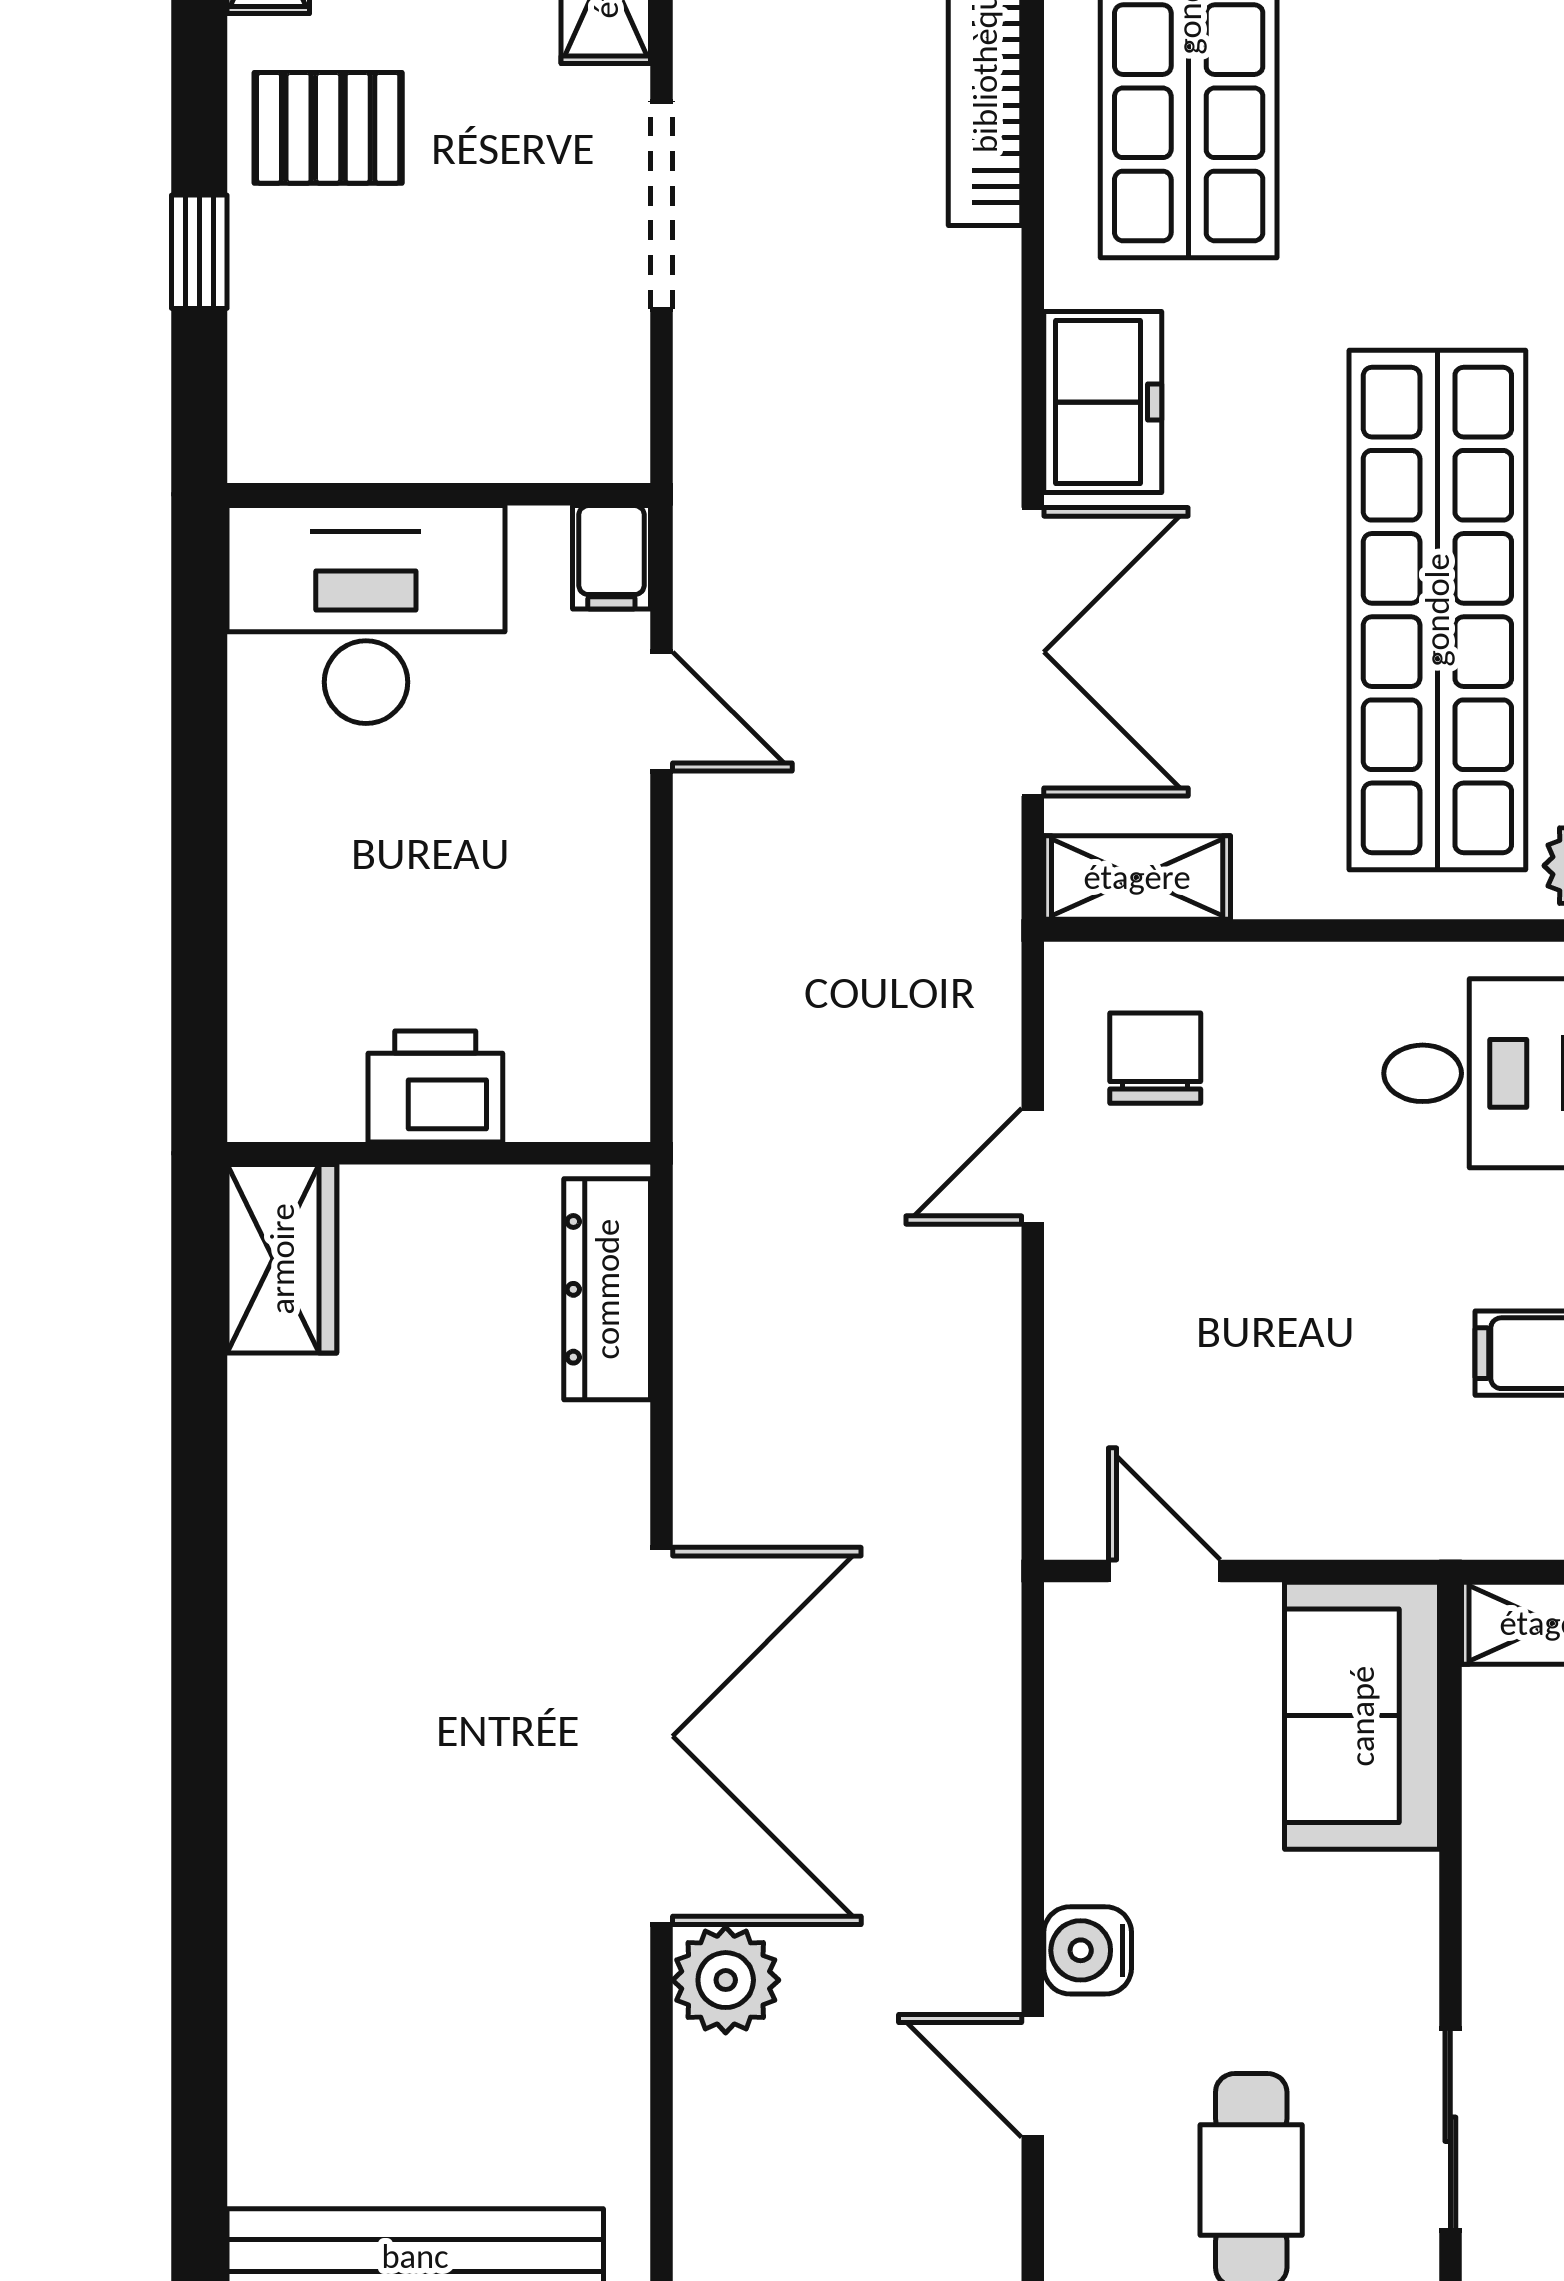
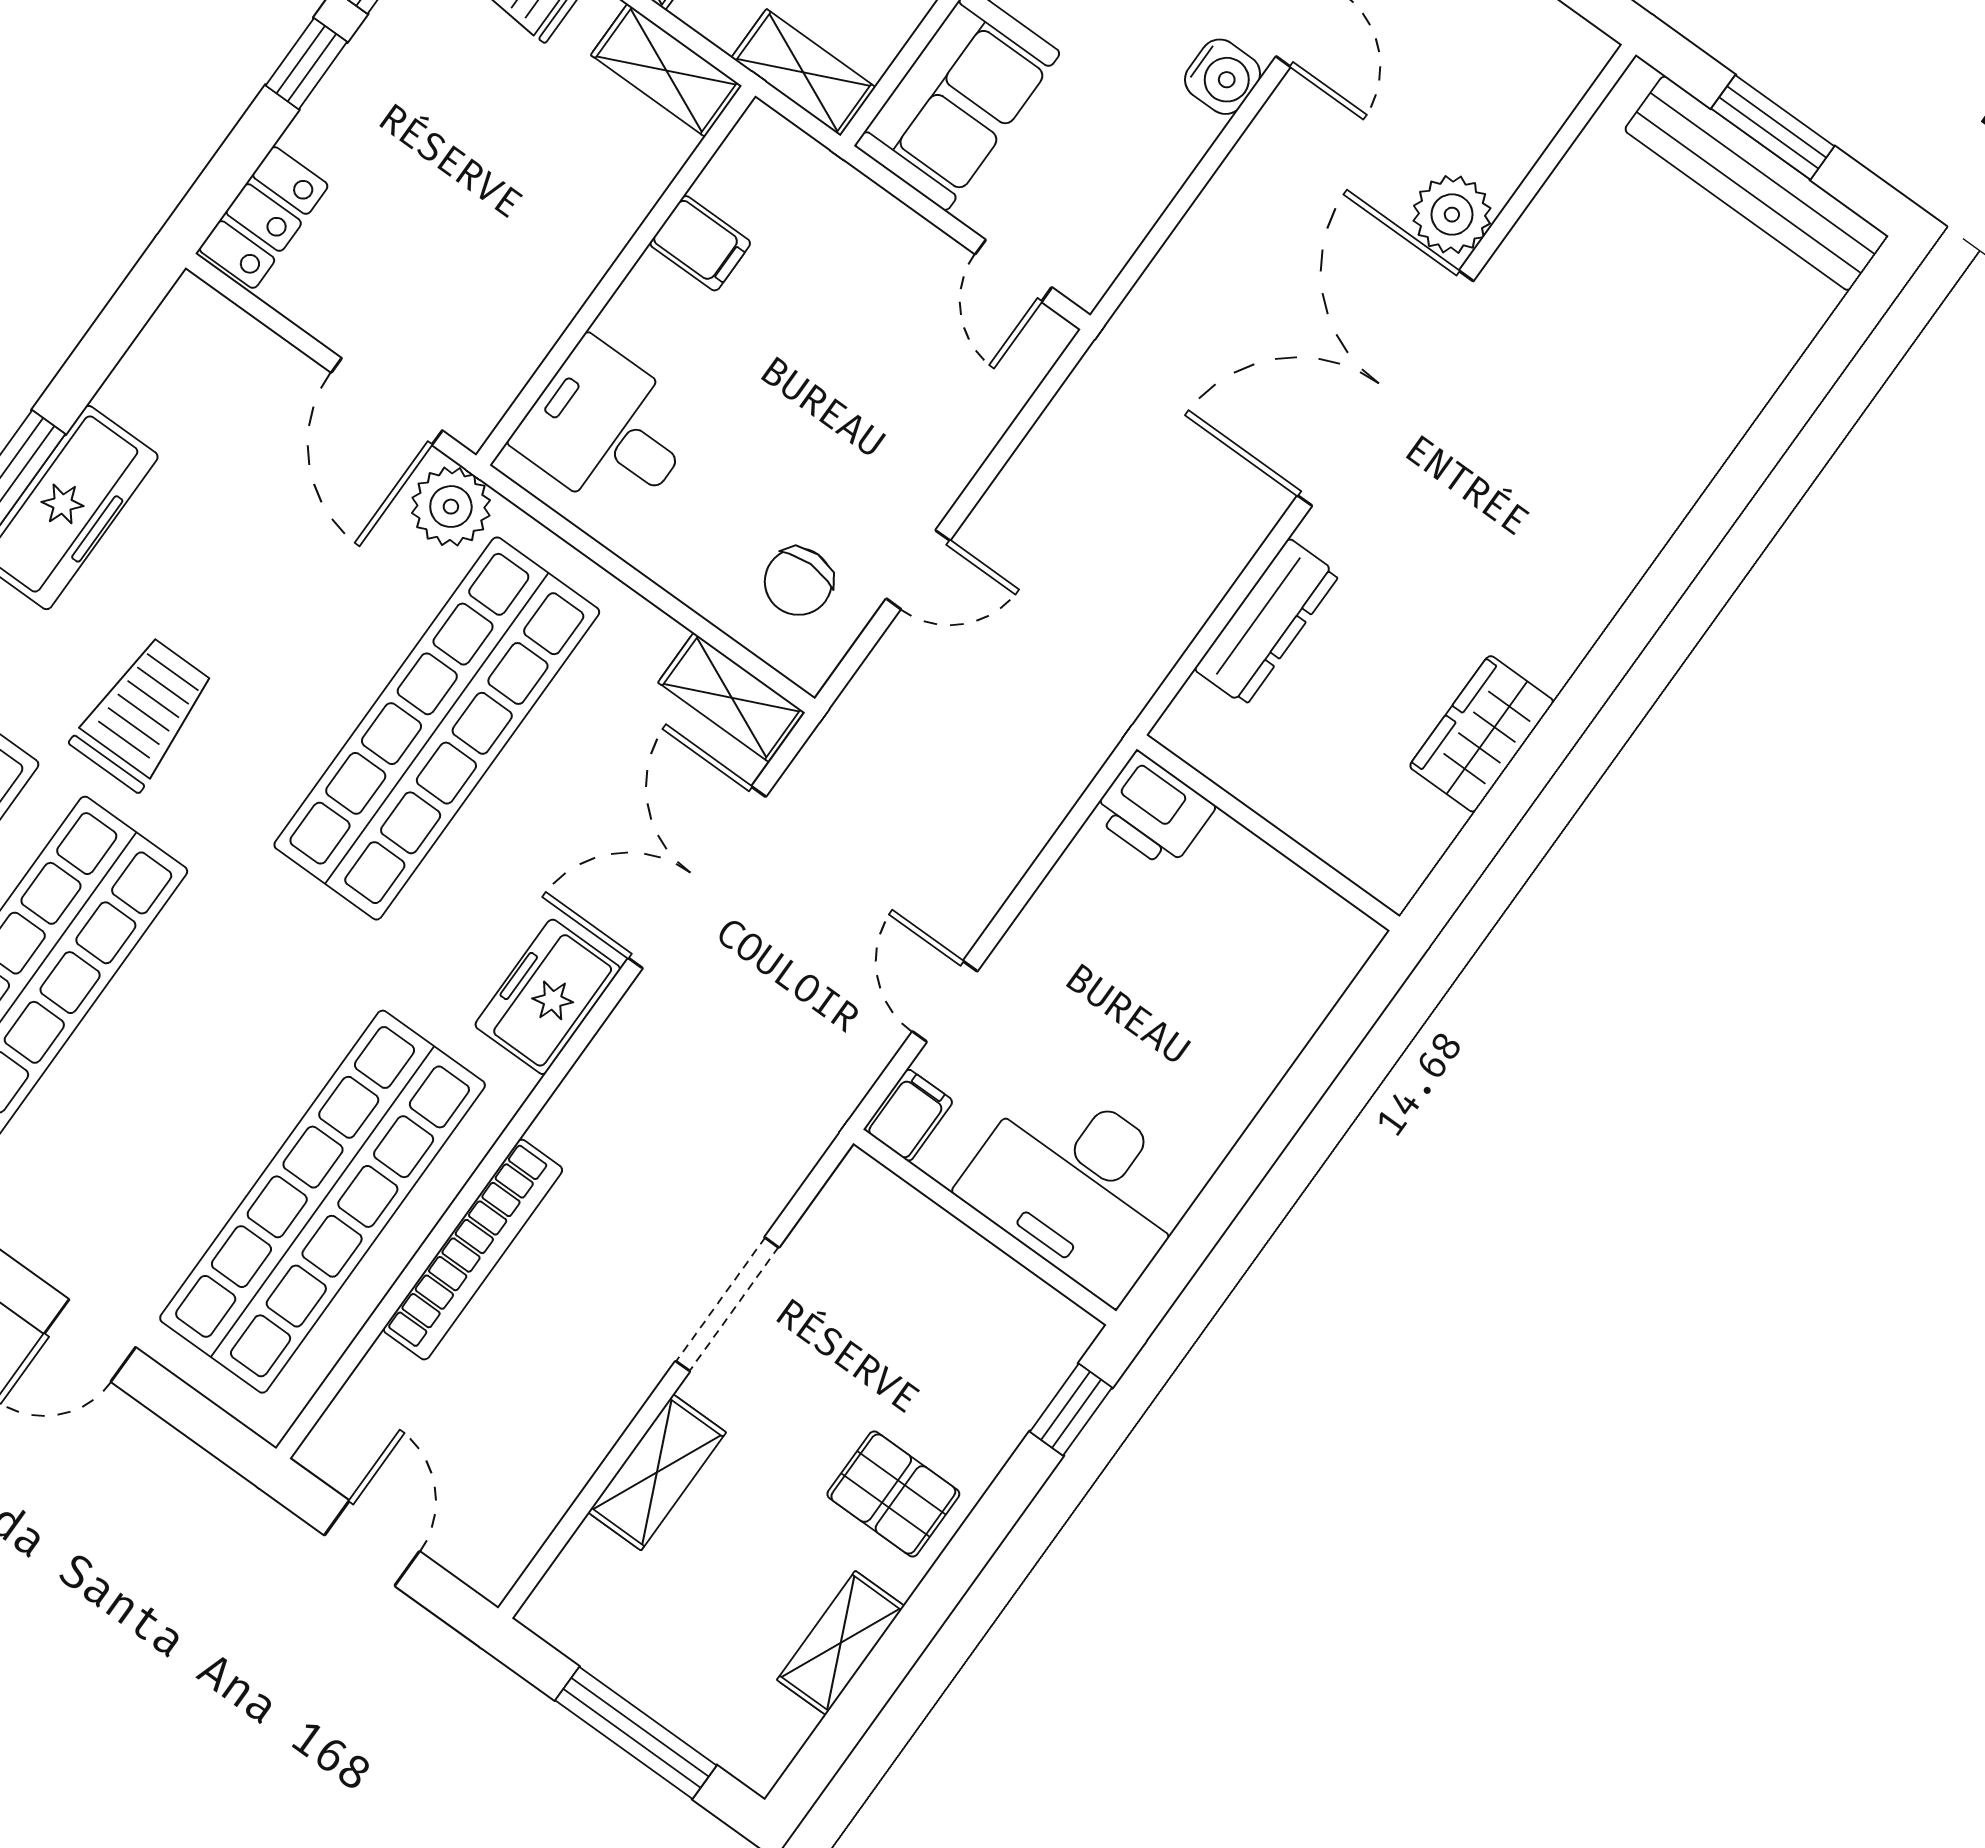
window: (199, 252) -> (1071, 1410), moved
printer: (435, 1087) -> (1153, 811), moved
wardrobe: (282, 1259) -> (1482, 734), moved
dresser: (607, 1289) -> (1267, 622), moved

